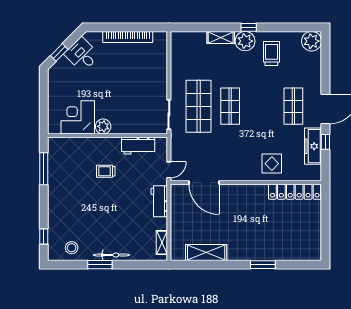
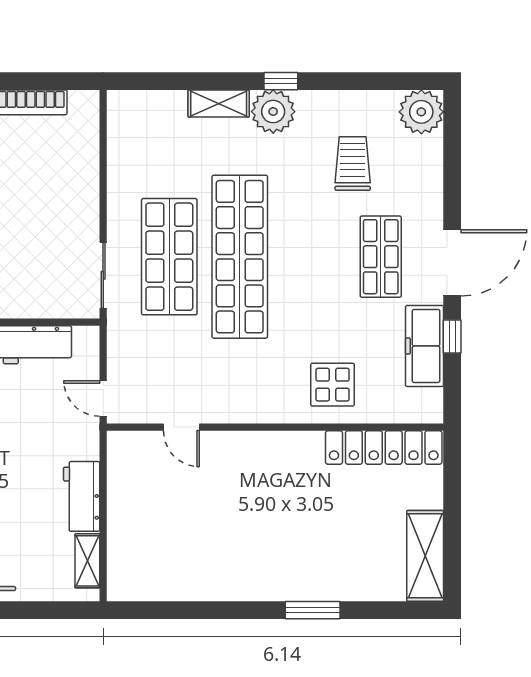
trolley: (271, 54) -> (353, 163), moved
shop shelf: (230, 106) -> (240, 257), width x2.00, depth x1.36
door: (169, 170) -> (103, 399), swing flipped
door: (204, 183) -> (181, 427), width x0.53
workbench: (159, 201) -> (82, 496), moved
shelving: (206, 253) -> (425, 556), moved, turned 90

